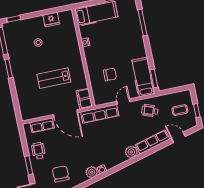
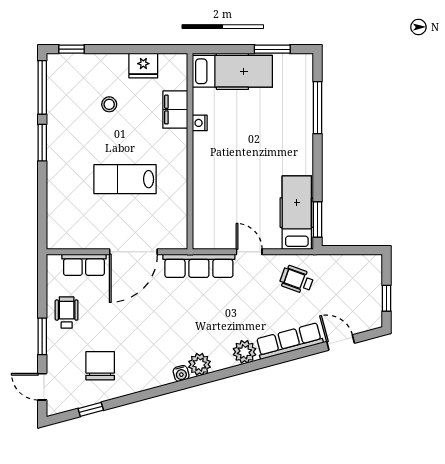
chair: (110, 74) -> (234, 194), removed
filing cabinet: (84, 99) -> (175, 110), moved
door: (123, 102) -> (249, 252), hinge flipped
coffee table: (180, 110) -> (354, 291), removed
door: (66, 114) -> (133, 252), hinge flipped
plant: (92, 172) -> (200, 364), moved

